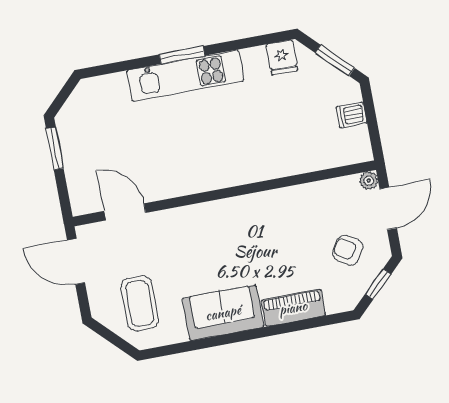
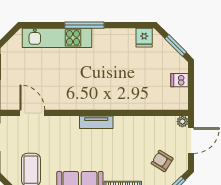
window: (182, 55) -> (84, 25), width x1.44
kitchen unit: (185, 76) -> (57, 38), moved
tv unit: (230, 208) -> (96, 122), added

